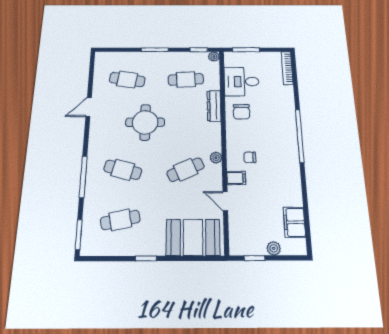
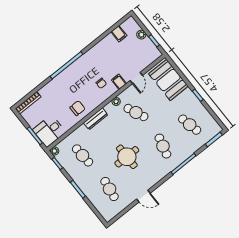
desk: (241, 82) -> (49, 131), moved, turned 90
dresser: (214, 106) -> (96, 119), moved
filing cabinet: (294, 222) -> (119, 34), width x0.50

